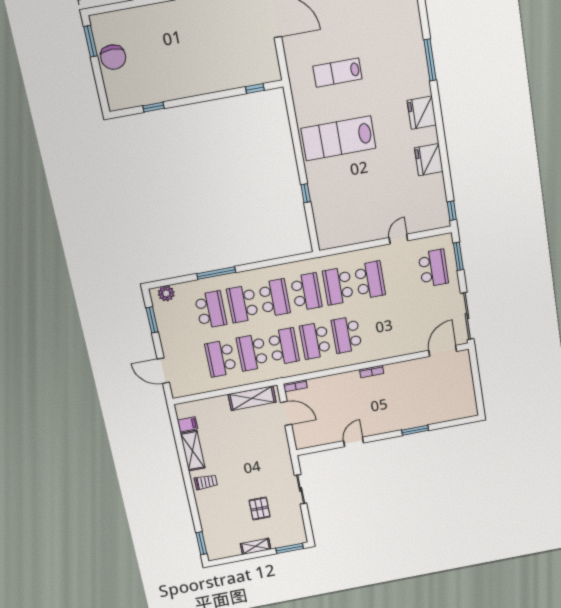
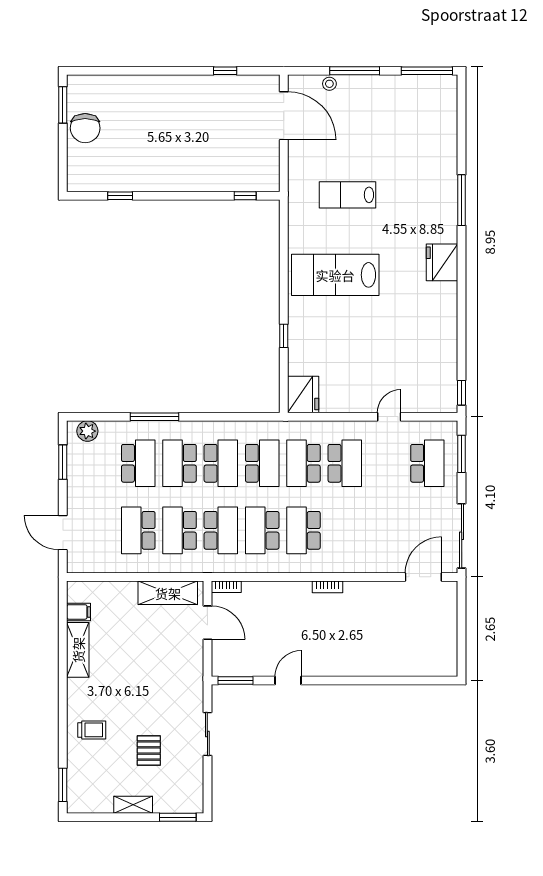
fridge: (429, 160) -> (303, 395), moved, turned 180
window: (415, 430) -> (236, 681), moved
trolley: (206, 482) -> (92, 730), moved

